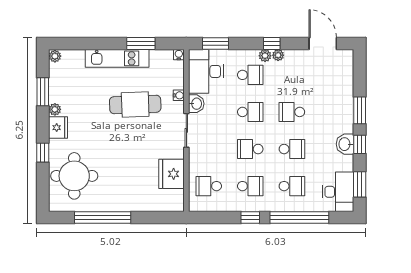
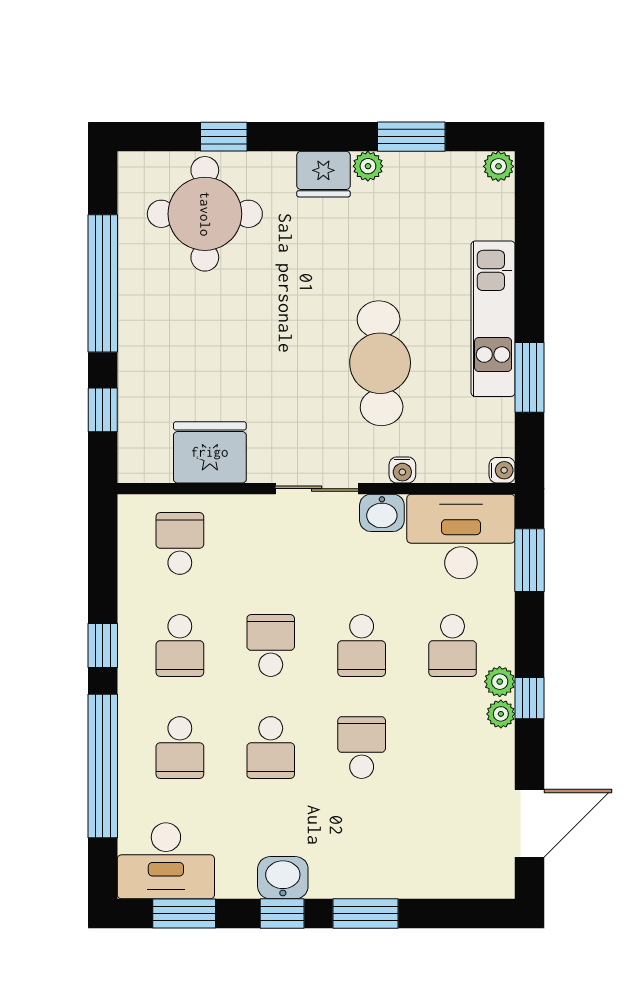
window: (43, 153) -> (224, 137), moved
window: (154, 218) -> (103, 410), added

